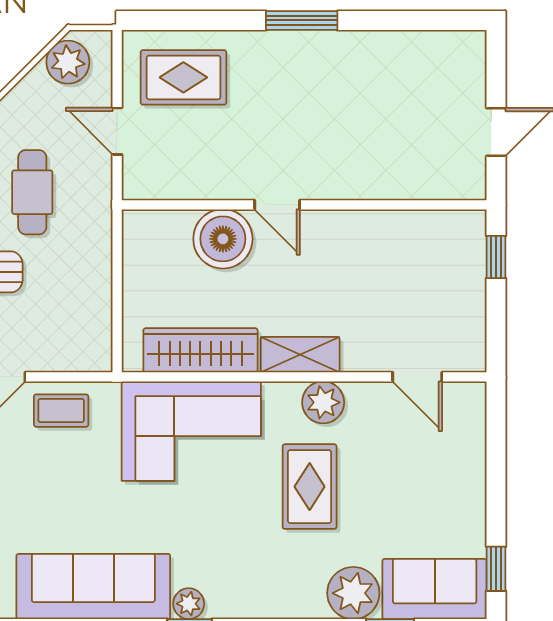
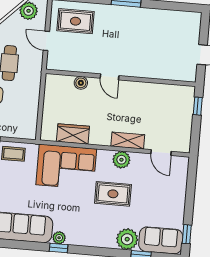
boiler: (223, 239) -> (81, 83), width x0.54, depth x0.54
wardrobe: (200, 350) -> (73, 134), width x0.67
shelving: (300, 355) -> (128, 140), moved
rug: (310, 487) -> (113, 194), turned 90

